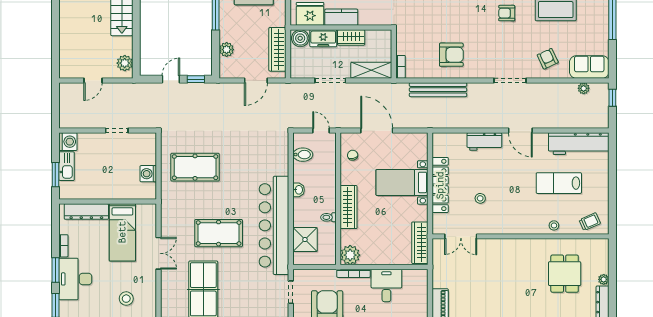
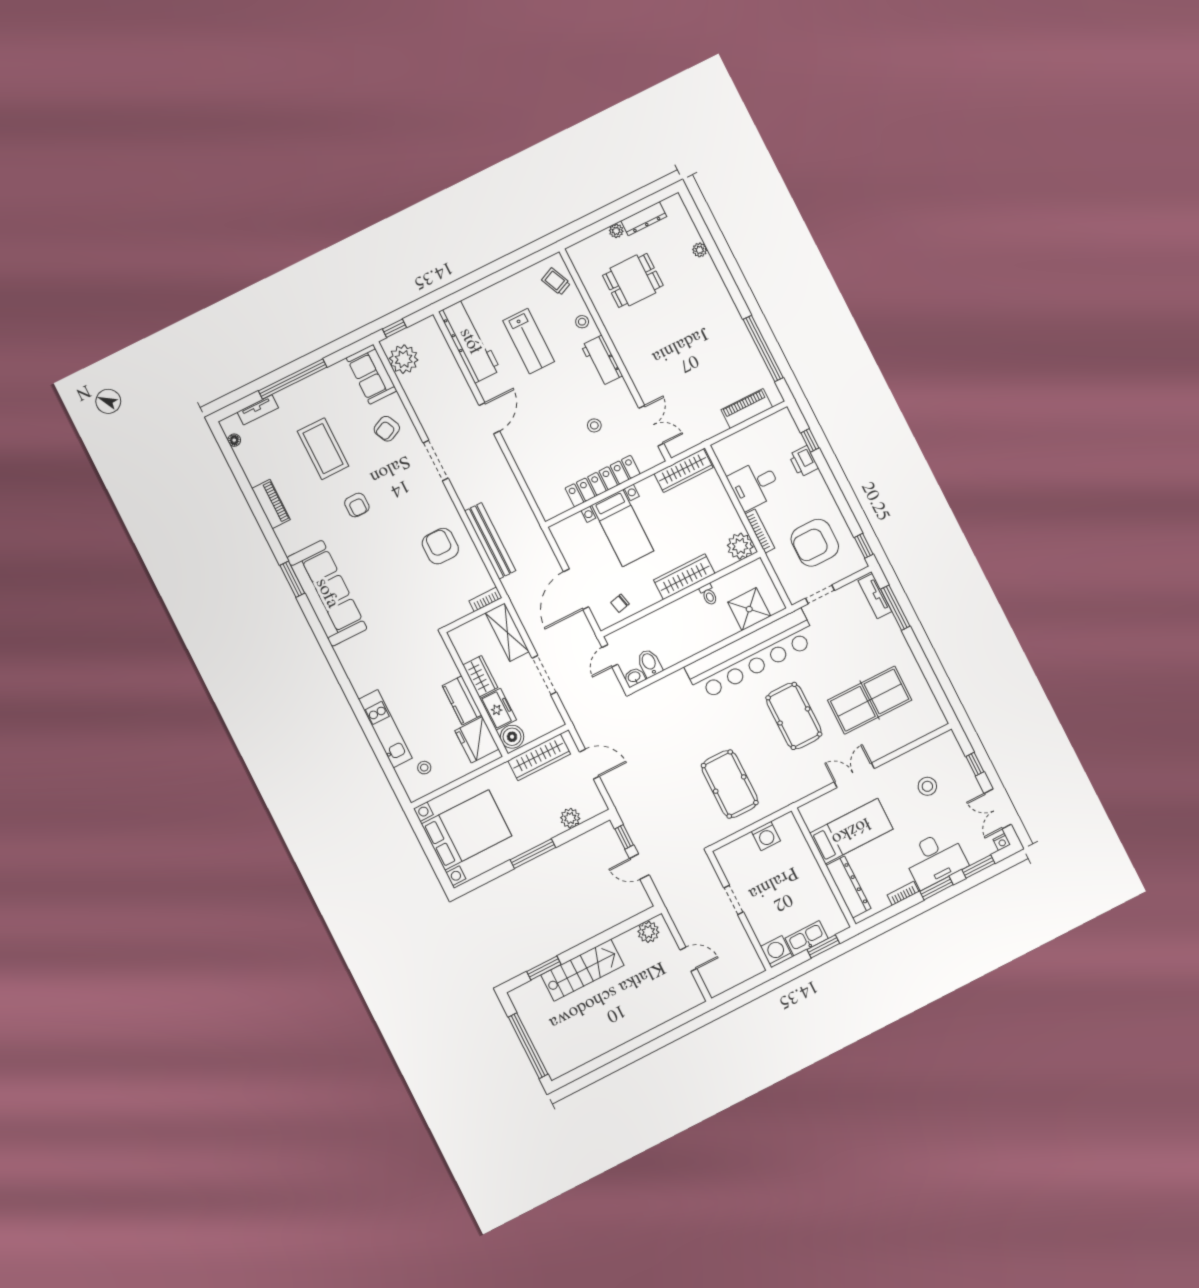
plant: (584, 88) -> (404, 359), width x1.88, depth x1.88
workbench: (484, 142) -> (602, 361), moved, turned 180
washbasin: (299, 190) -> (634, 677), moved

